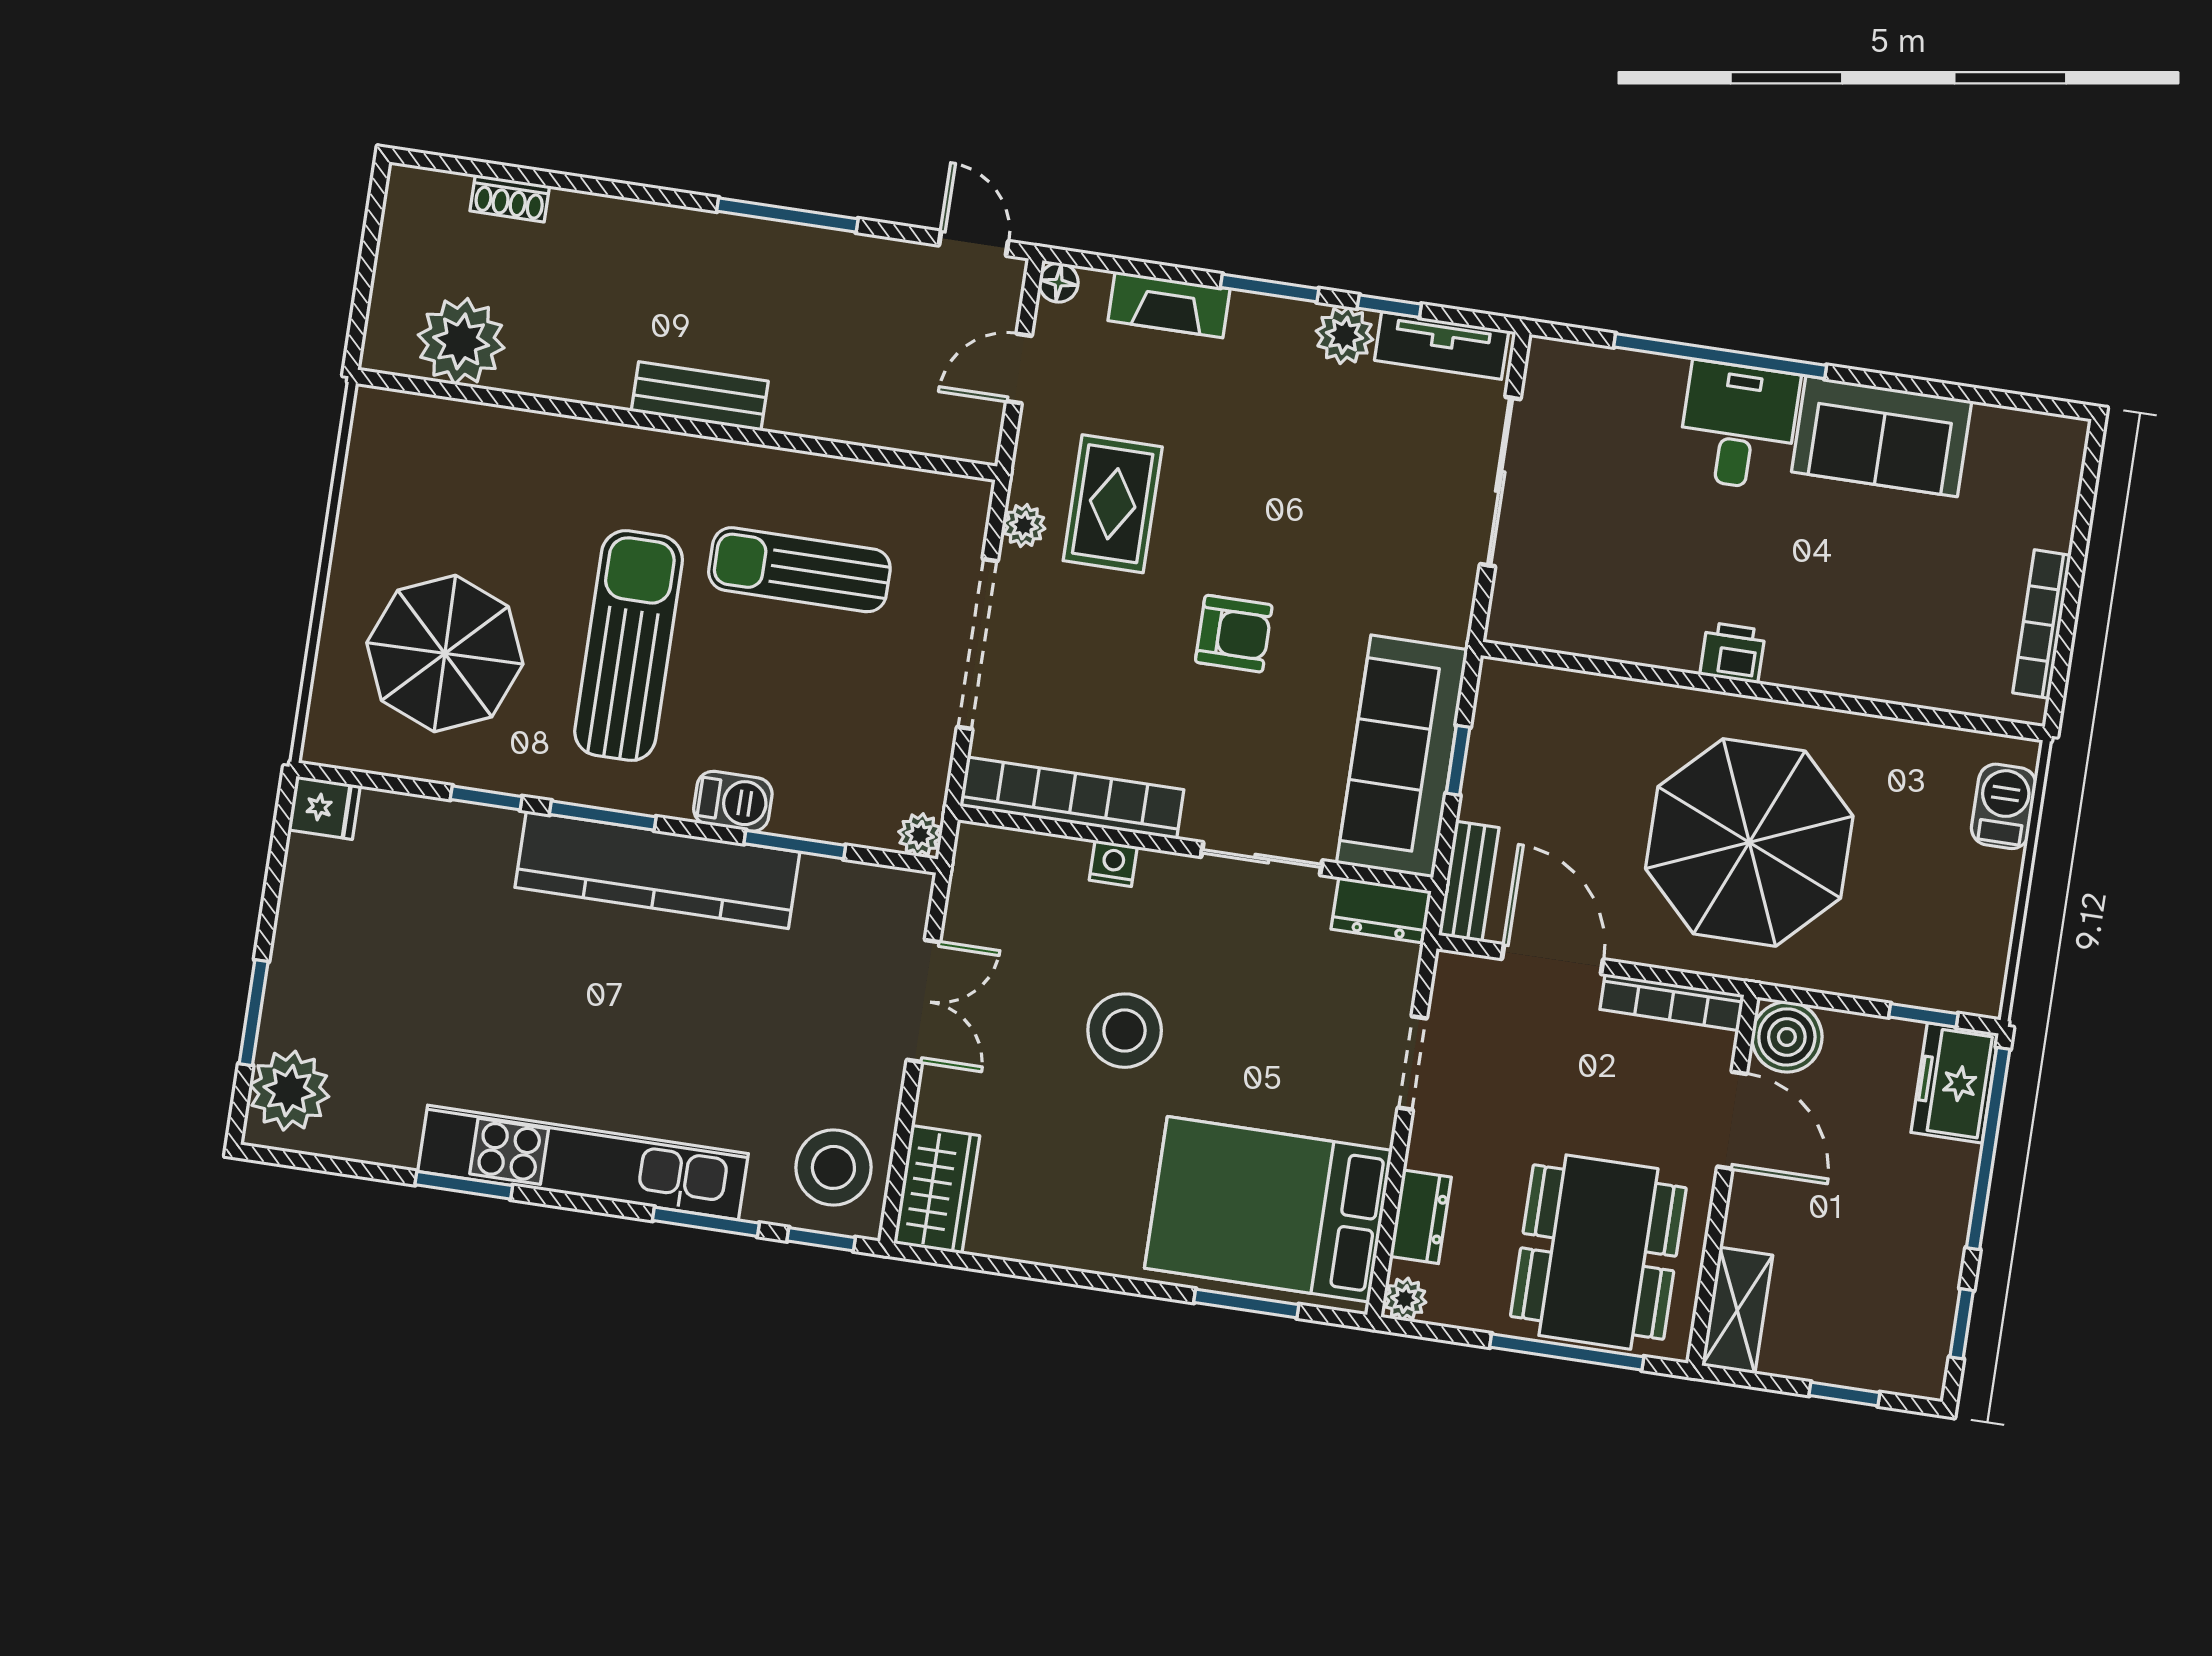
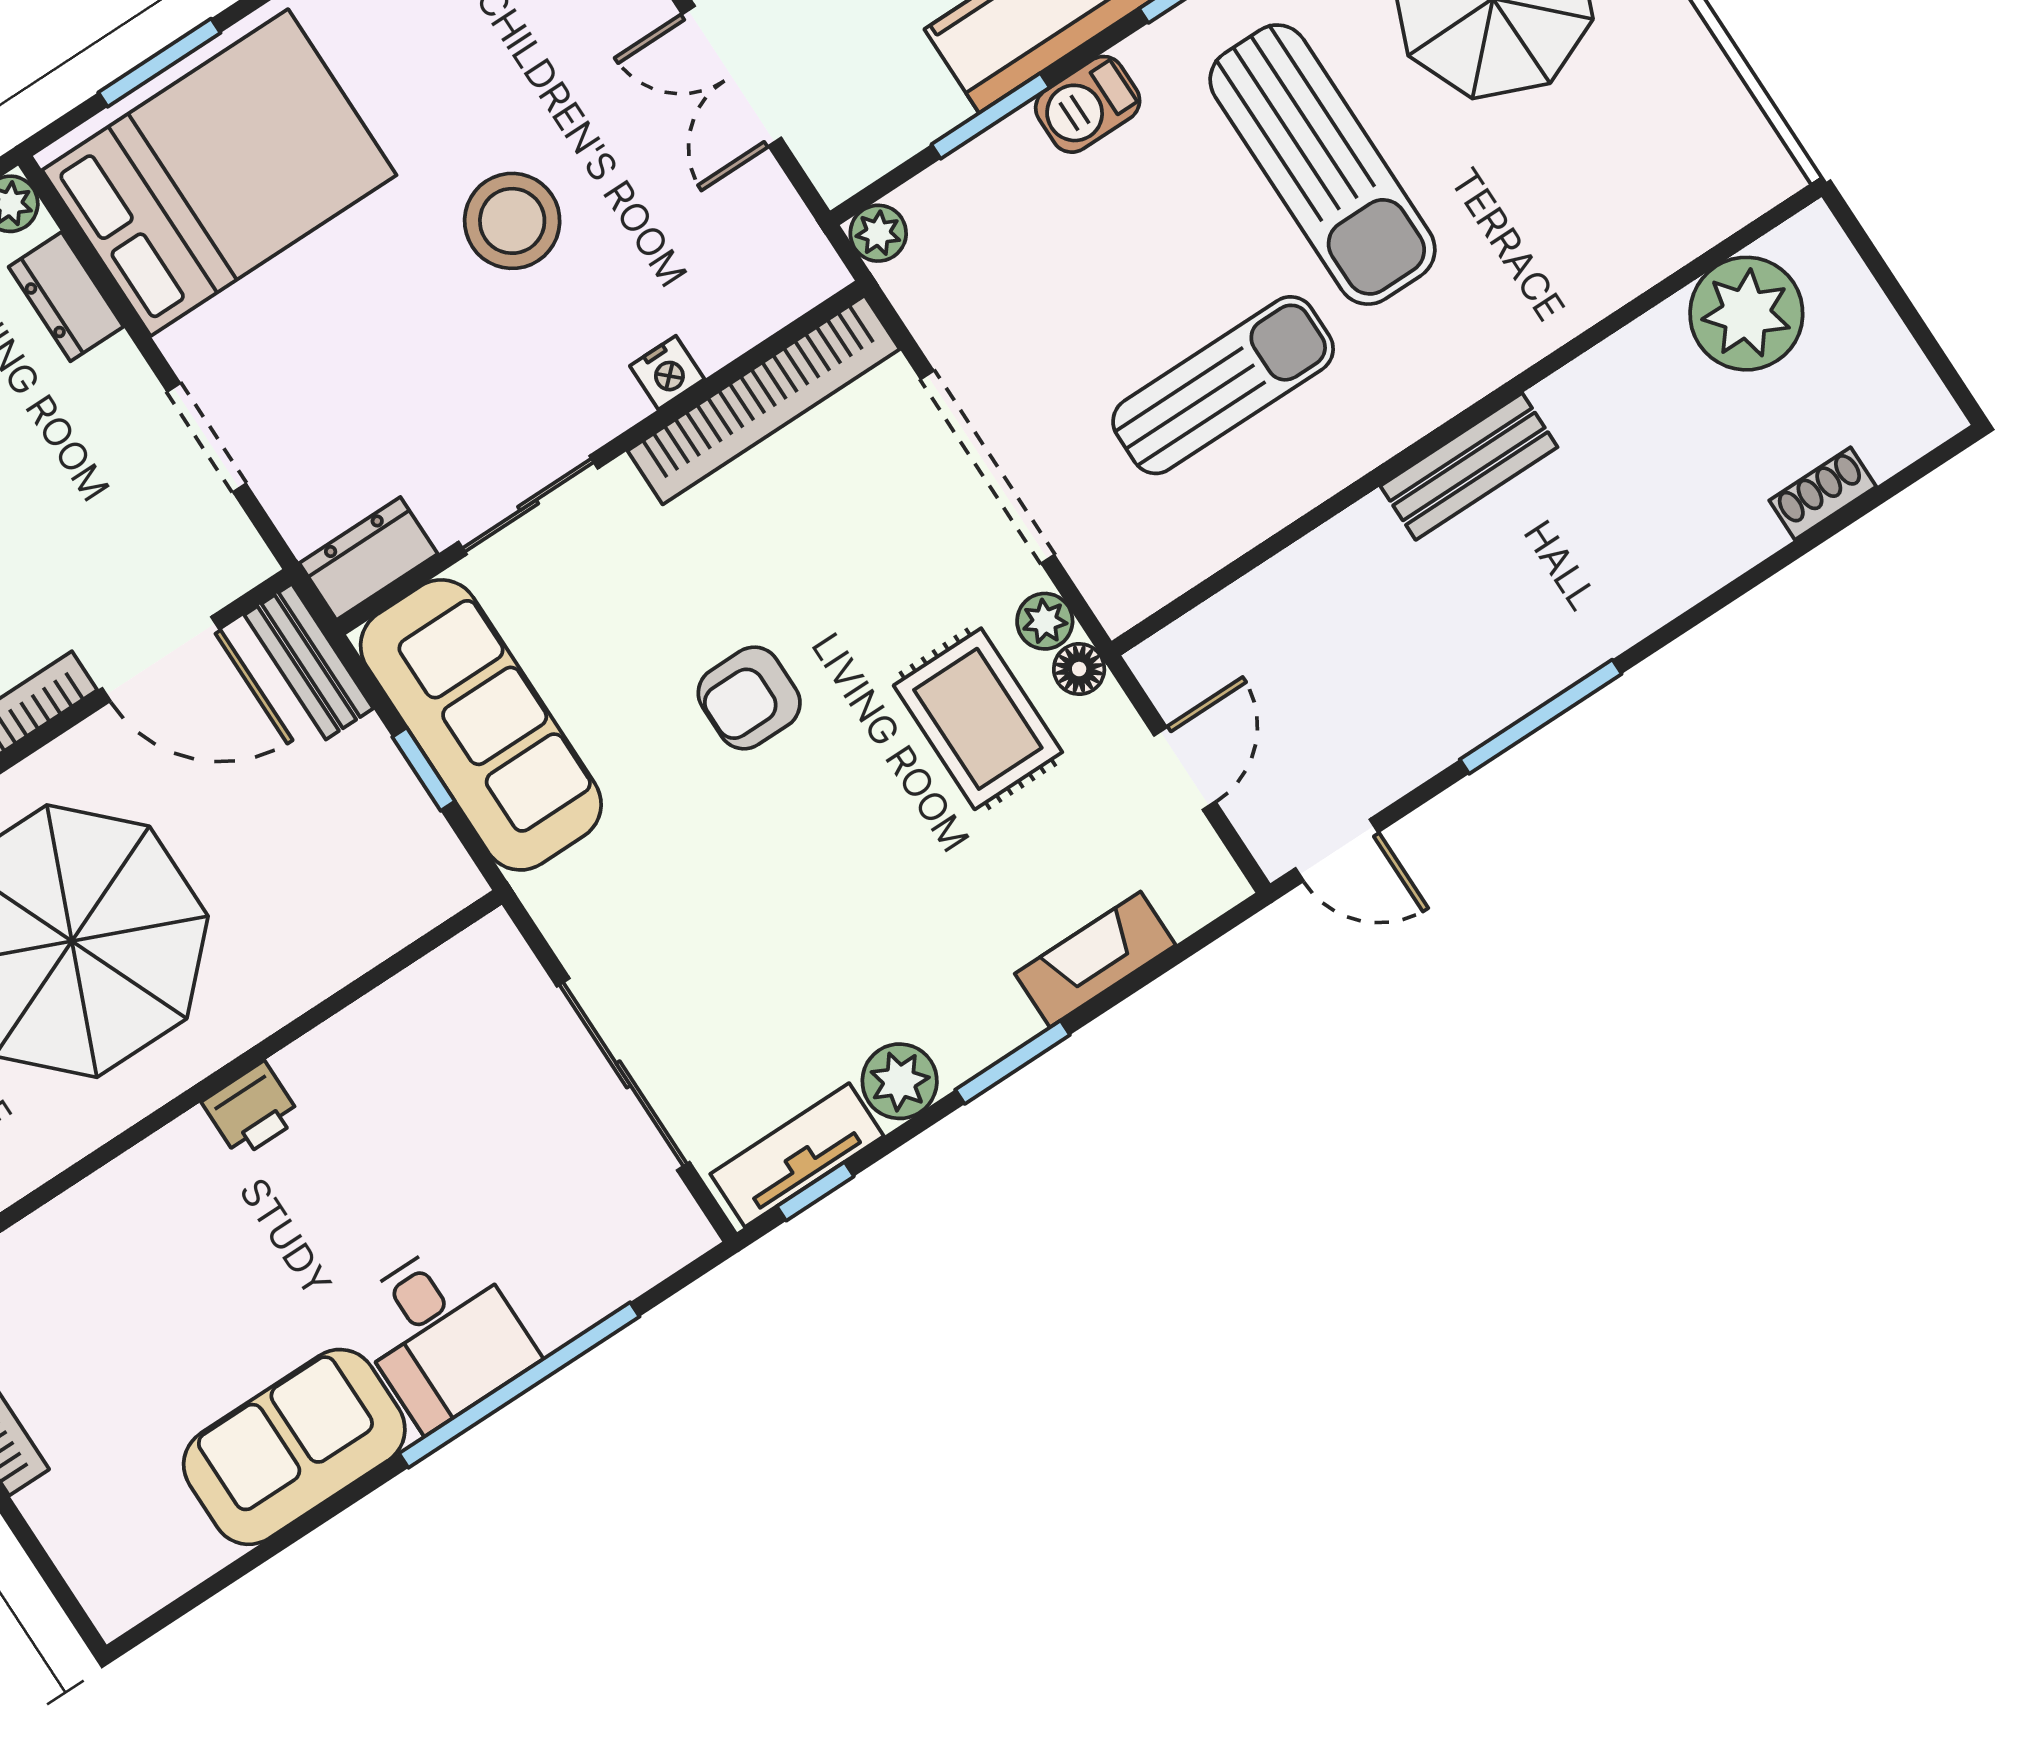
floor lamp: (1059, 283) -> (1079, 669), moved
window: (1389, 306) -> (815, 1191), moved

